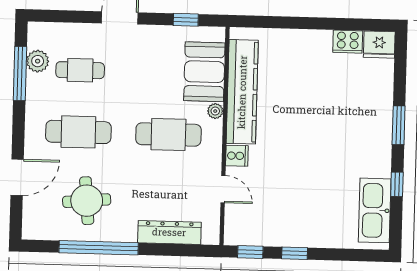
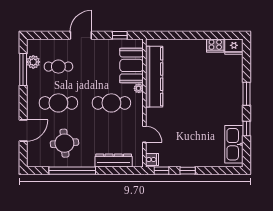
cooker: (237, 156) -> (152, 160), moved

